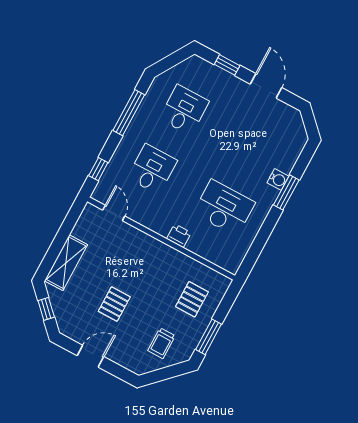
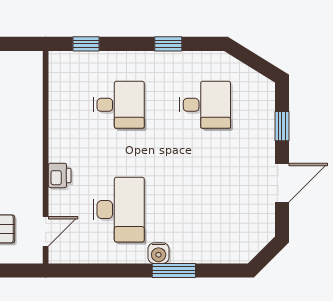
window: (129, 113) -> (168, 44), width x0.46
water cooler: (278, 179) -> (159, 253), moved
door: (114, 213) -> (46, 231), moved

